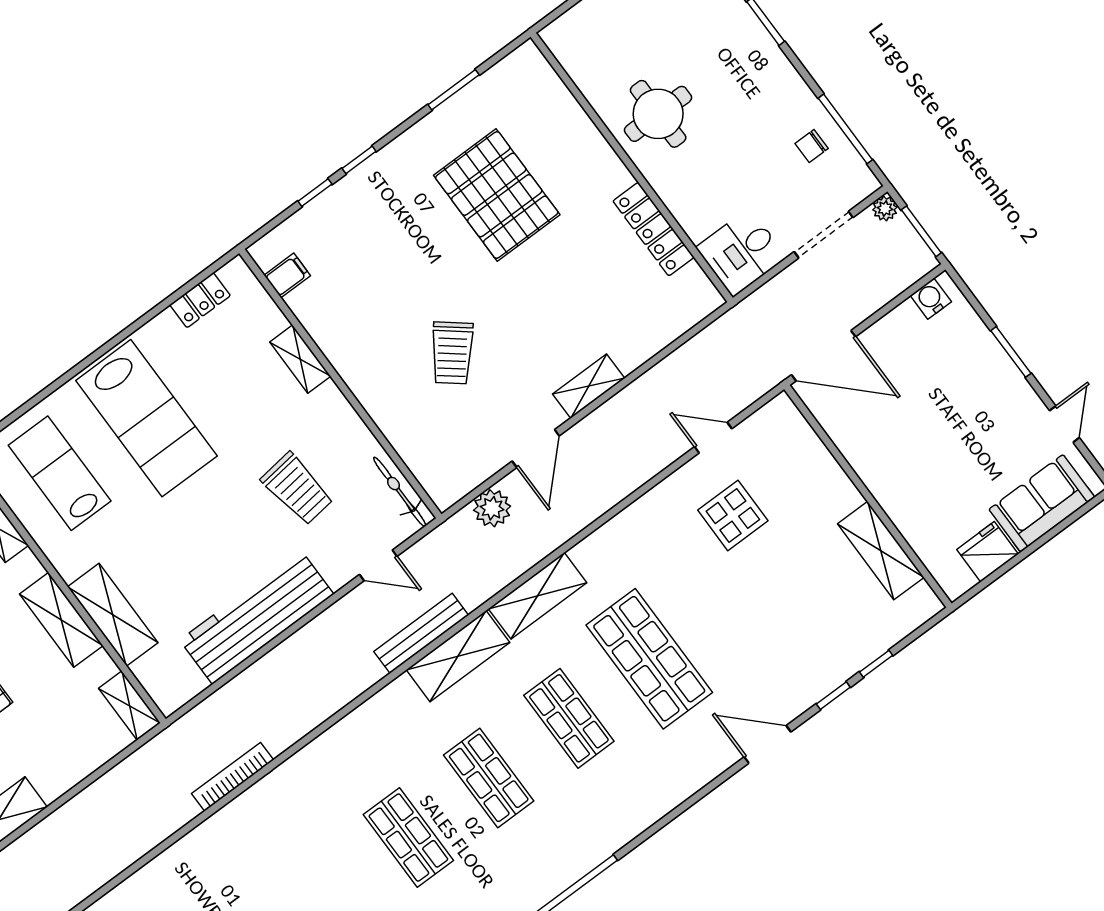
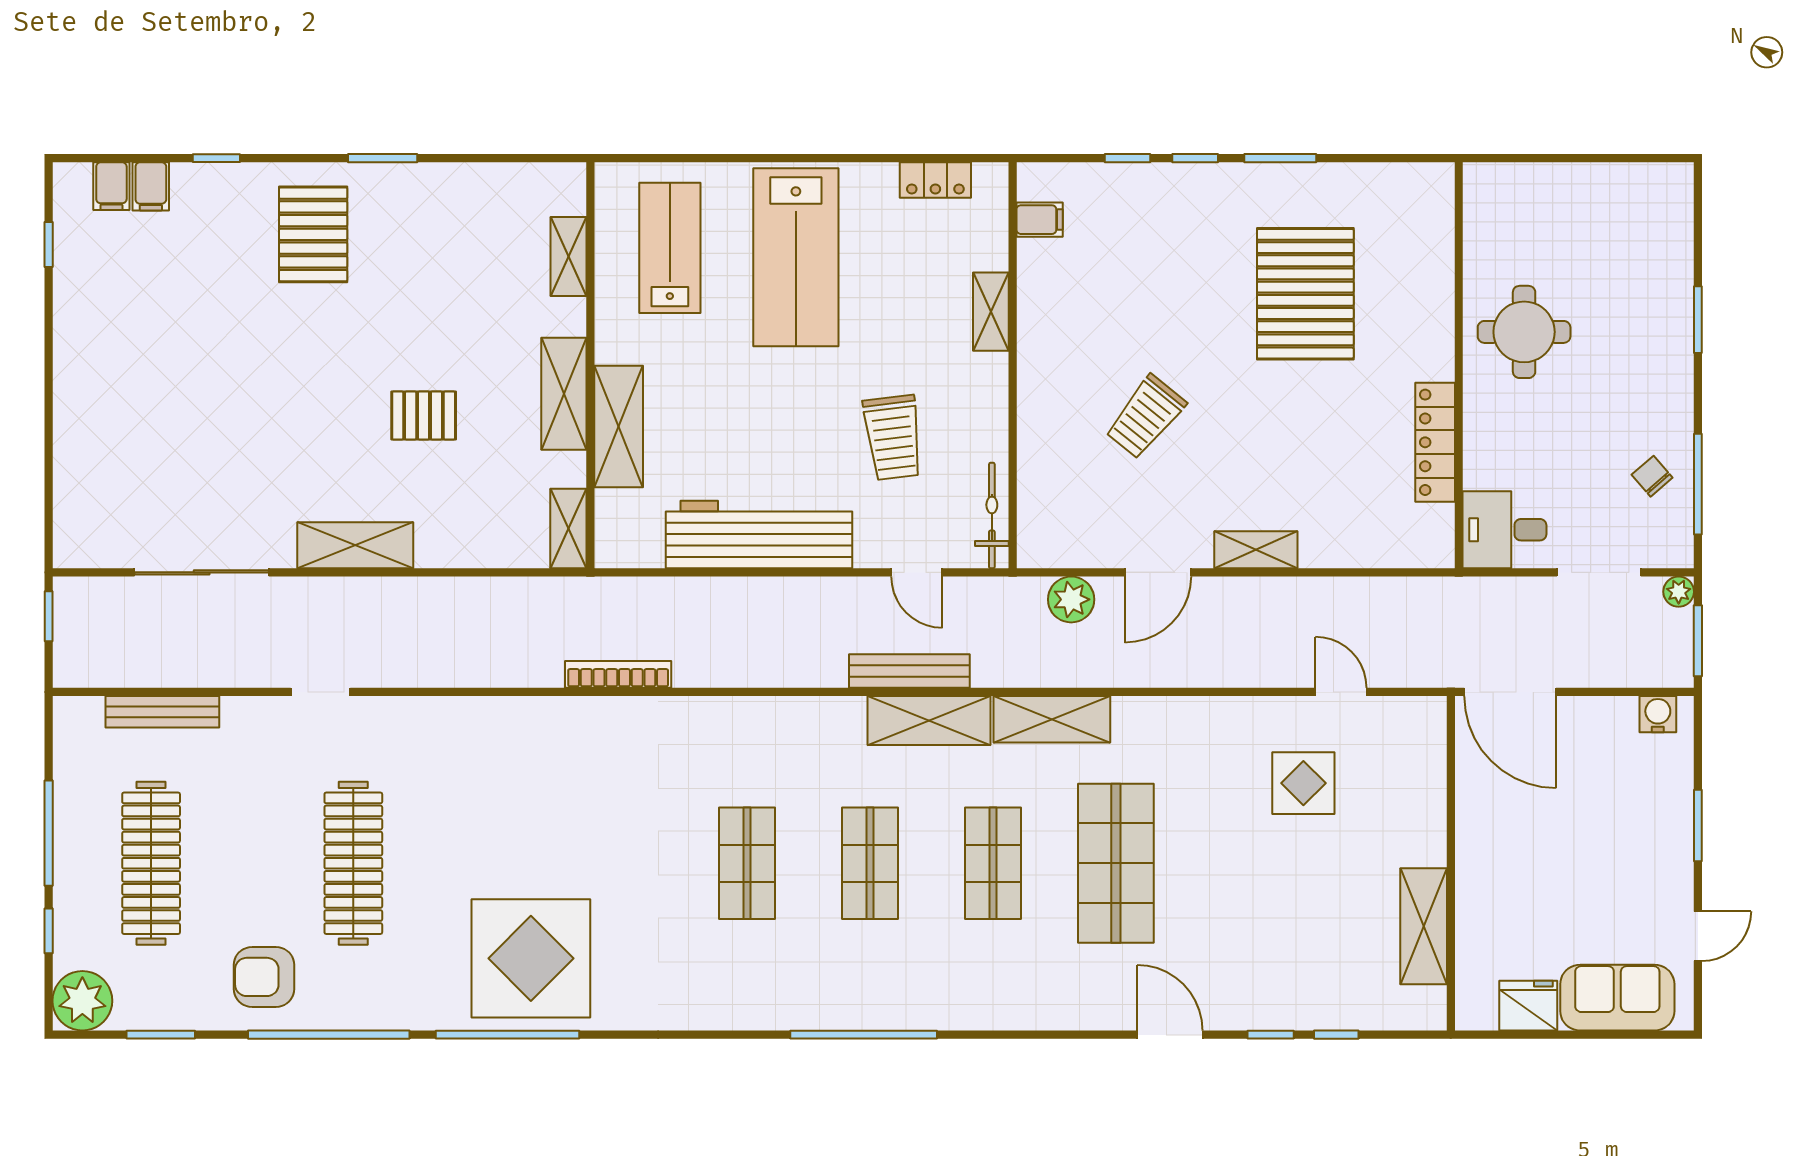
window: (454, 90) -> (1280, 158), moved
chair: (812, 146) -> (1652, 476), turned 49

